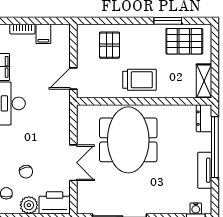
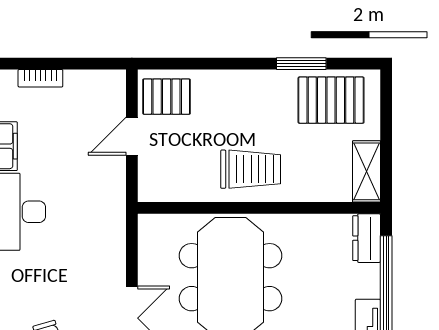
filing cabinet: (43, 34) -> (78, 87), removed
pallet: (109, 45) -> (167, 97), moved, turned 90
door: (73, 78) -> (132, 136), moved

